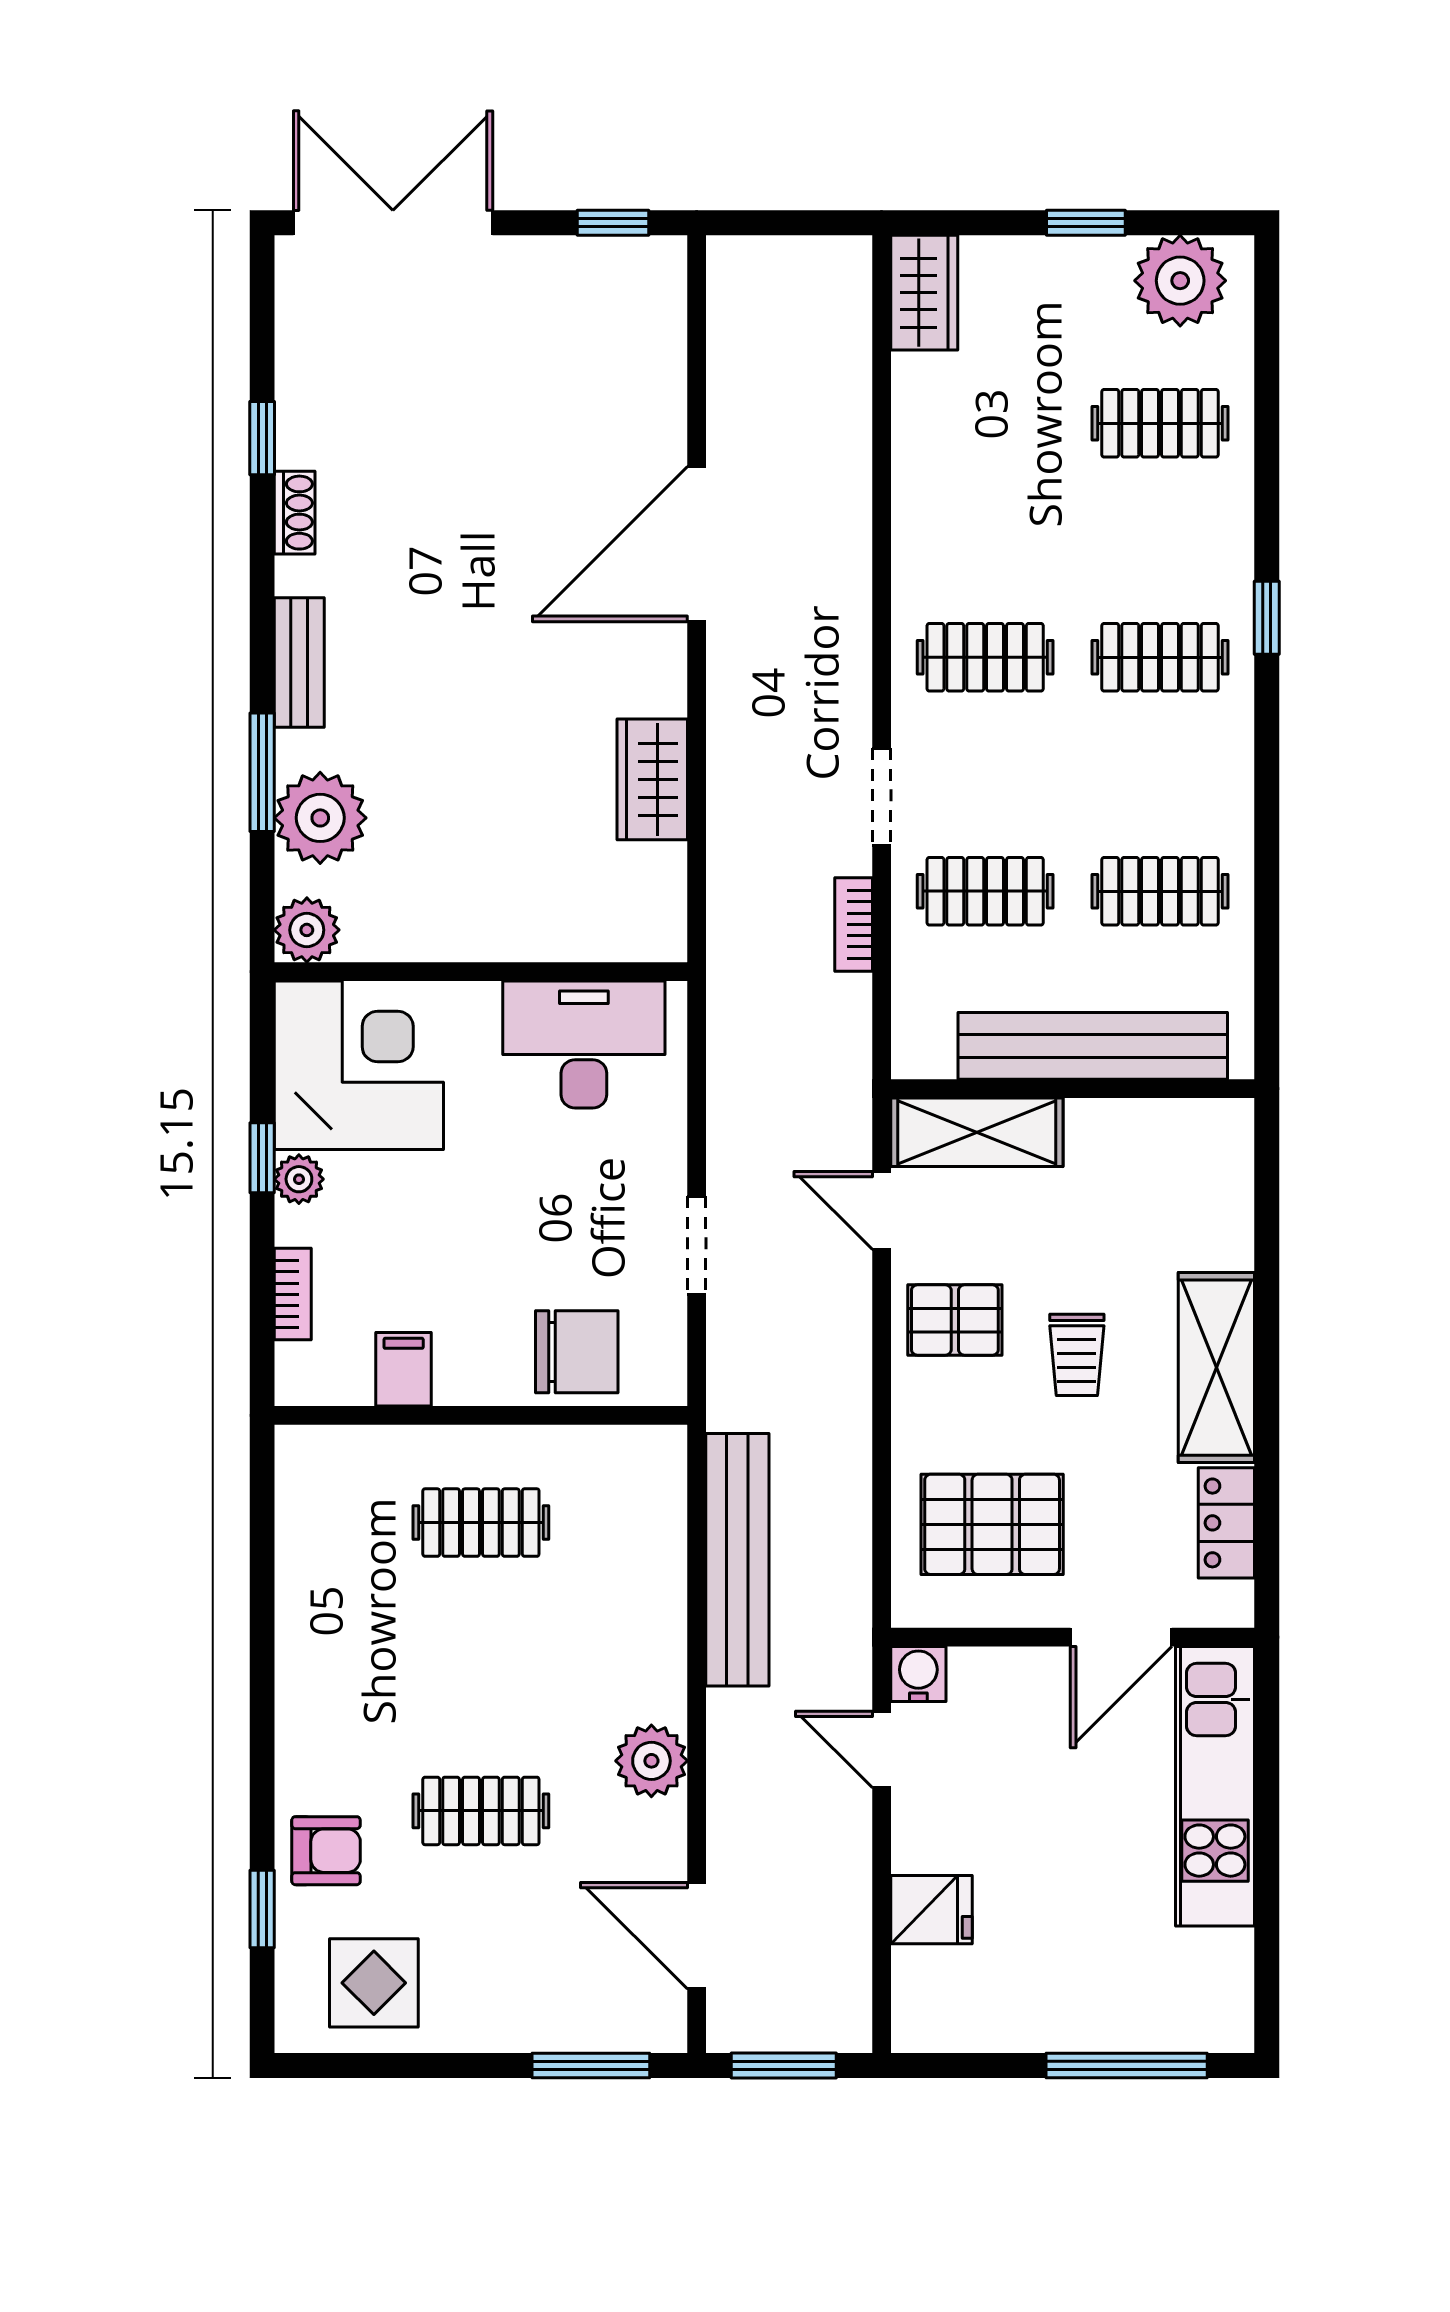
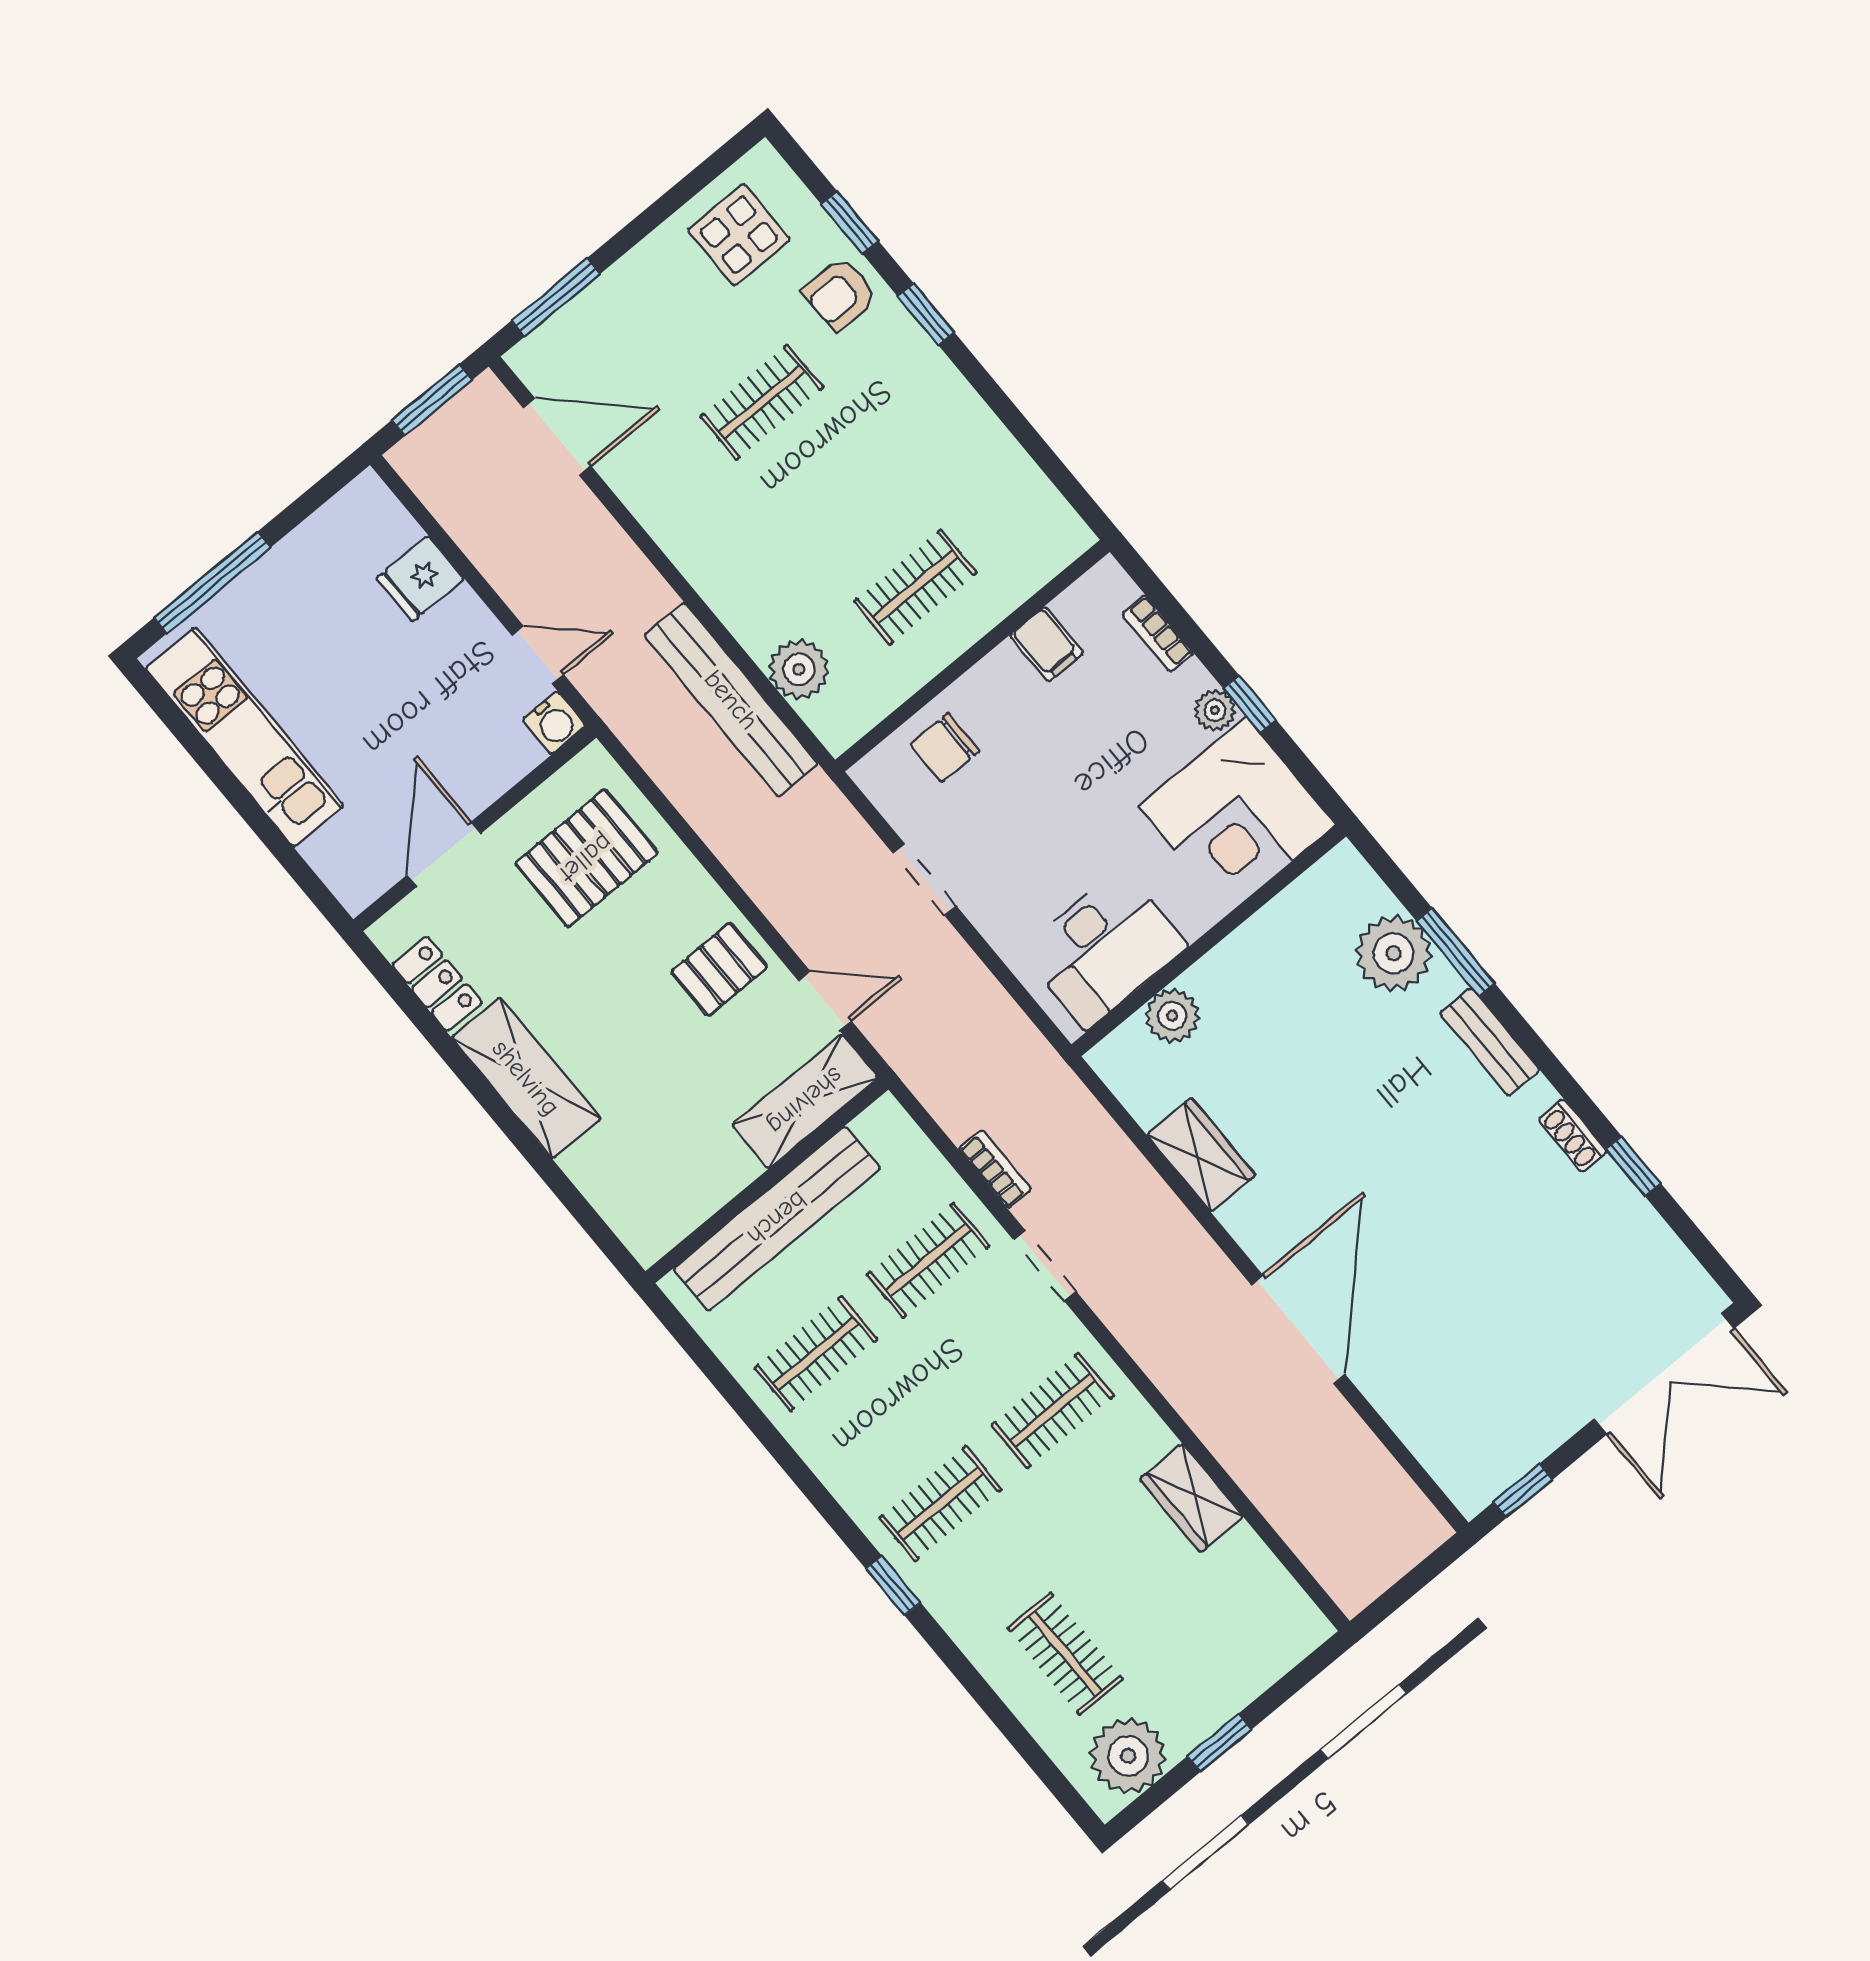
wardrobe: (924, 293) -> (1192, 1498), moved
clothes rail: (1160, 423) -> (1065, 1654), turned 90
plant: (307, 930) -> (1172, 1016), moved
chair: (577, 1352) -> (945, 748), width x0.73, depth x0.73
trolley: (1077, 1355) -> (622, 1012), removed
plant: (651, 1761) -> (799, 669), moved
window: (262, 1766) -> (926, 314), added
kitchen unit: (1215, 1786) -> (244, 737), moved

